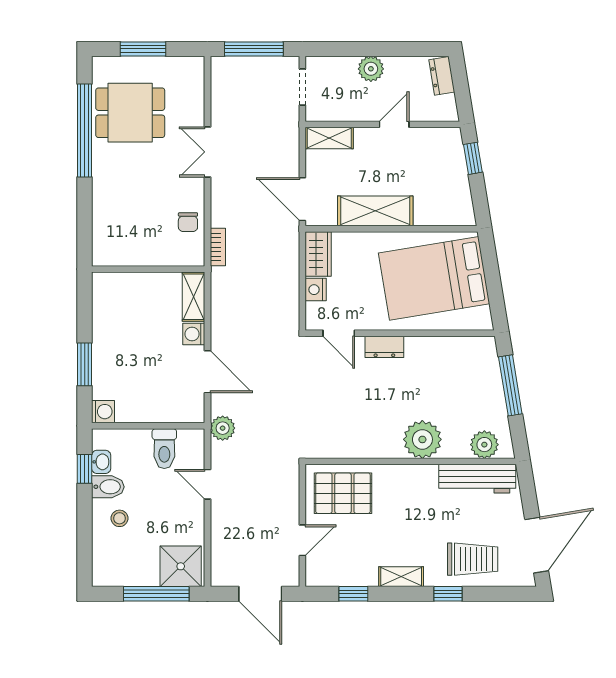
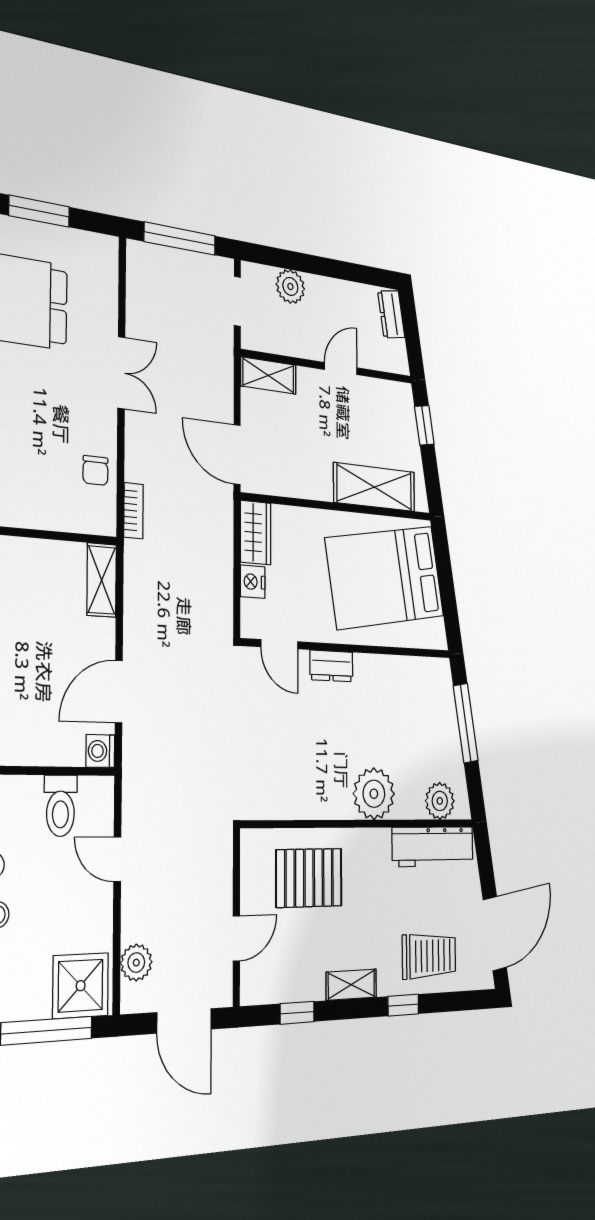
plant: (371, 69) -> (290, 286), moved
double door: (207, 152) -> (121, 373), swing flipped
shelving: (375, 211) -> (374, 487), moved
washing machine: (194, 334) -> (100, 751), moved
door: (207, 372) -> (119, 692), swing flipped
plant: (223, 428) -> (136, 963), moved
pallet: (343, 493) -> (309, 878), moved

